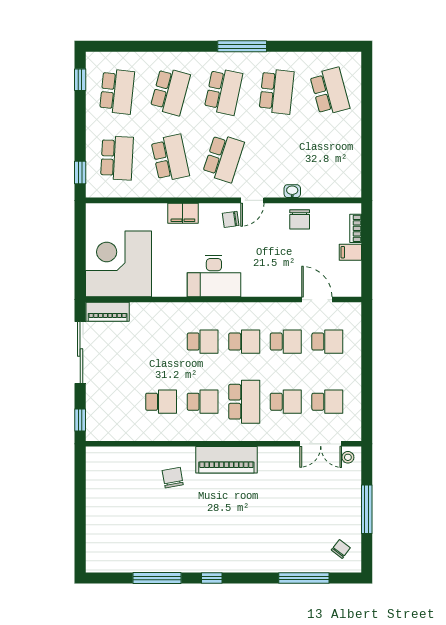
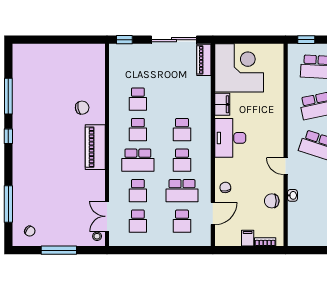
filing cabinet: (183, 213) -> (222, 104), moved, turned 180
chair: (231, 219) -> (225, 187), moved
school desk: (286, 342) -> (182, 191), width x1.85

